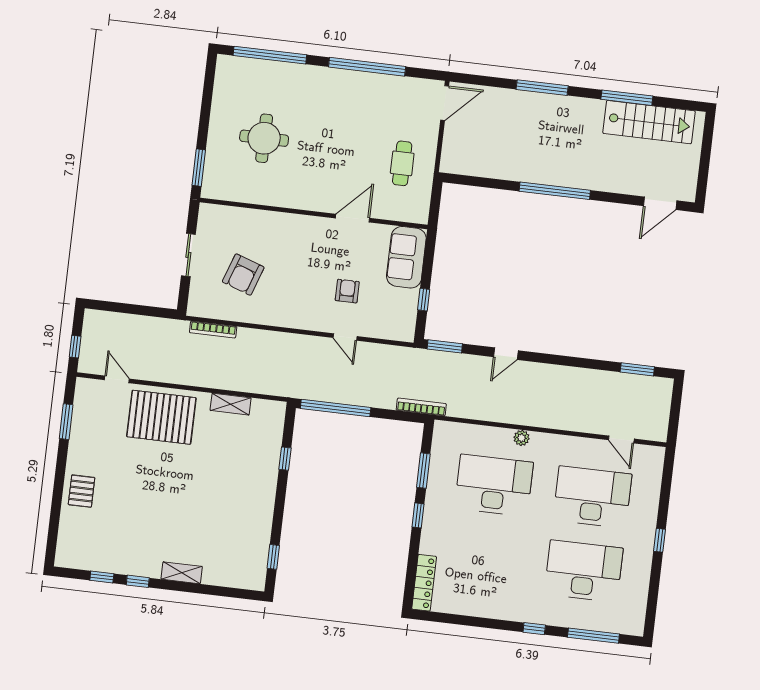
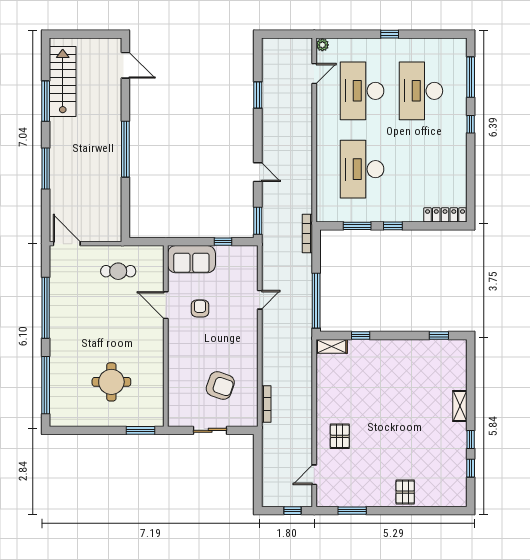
armchair: (347, 291) -> (200, 308), moved, turned 90
window: (637, 369) -> (258, 95), moved
shelving: (231, 404) -> (332, 346), moved, turned 90
pallet: (161, 417) -> (340, 436), width x0.49, depth x0.50
plant: (522, 438) -> (322, 45), moved
pallet: (82, 491) -> (405, 492), turned 90

